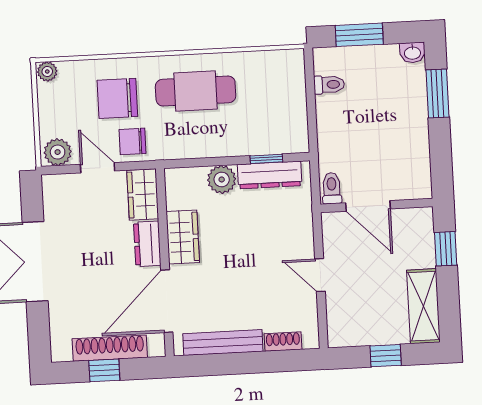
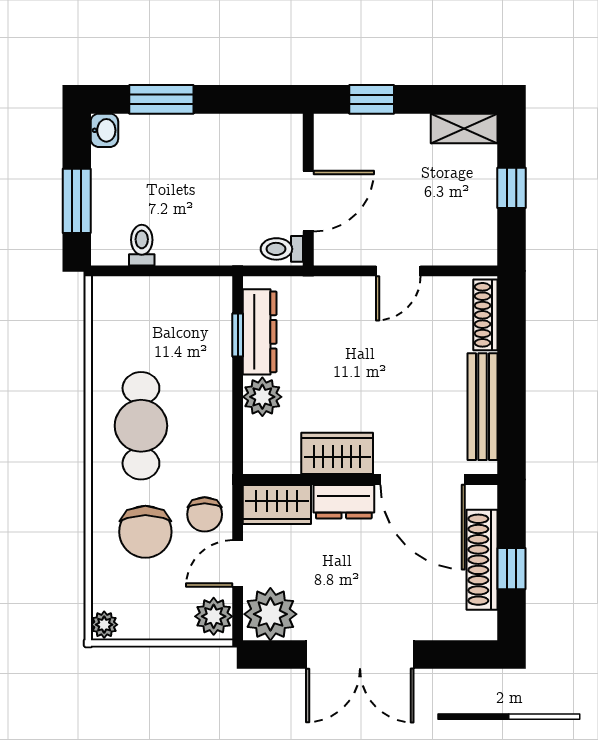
plant: (61, 194) -> (270, 614), added
shelving: (423, 306) -> (464, 128), width x0.67, depth x0.75
shoe rack: (283, 342) -> (485, 315), width x1.43

